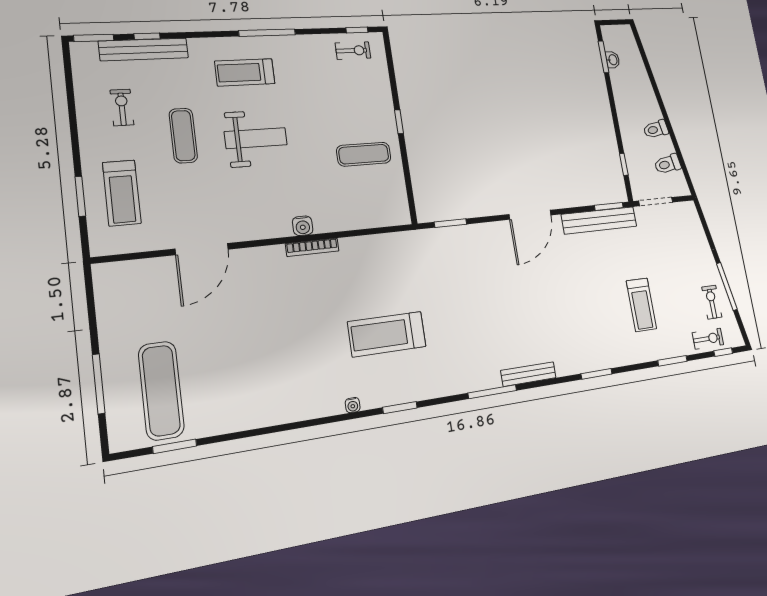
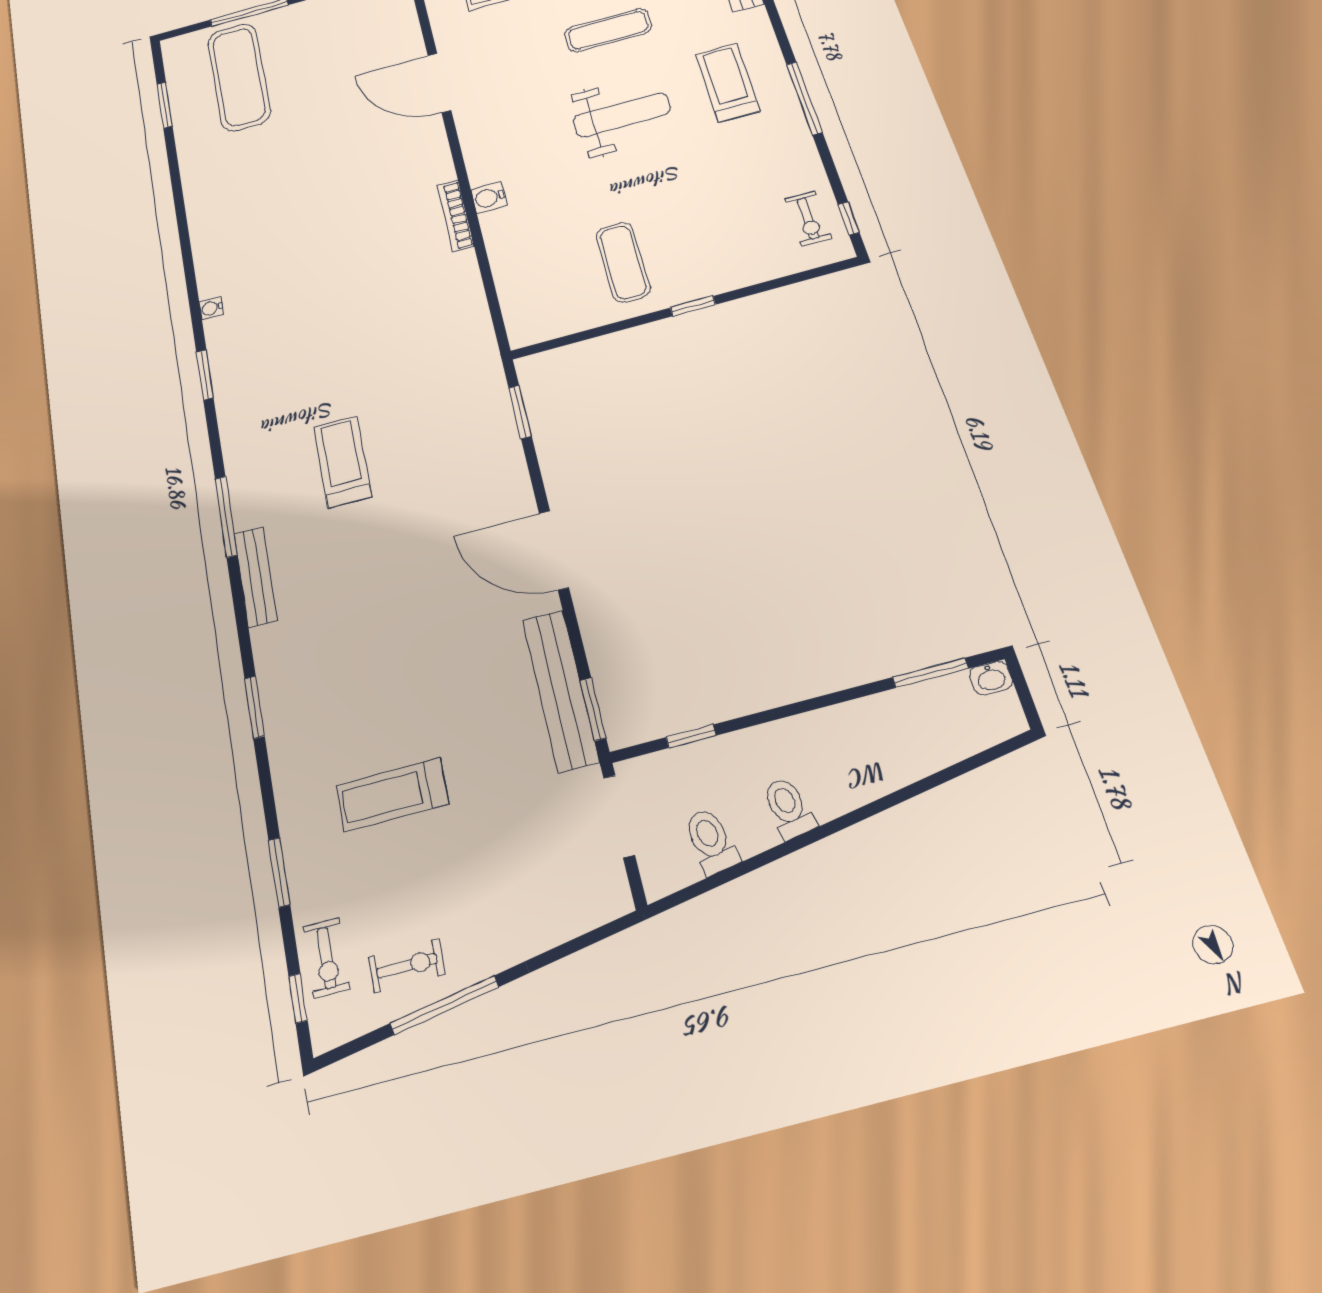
washbasin: (613, 60) -> (991, 678), moved
weight bench: (256, 138) -> (622, 115), turned -90
treadmill: (387, 334) -> (342, 462), moved, width x0.73, depth x0.73
exercise mat: (161, 390) -> (239, 77), turned 90

